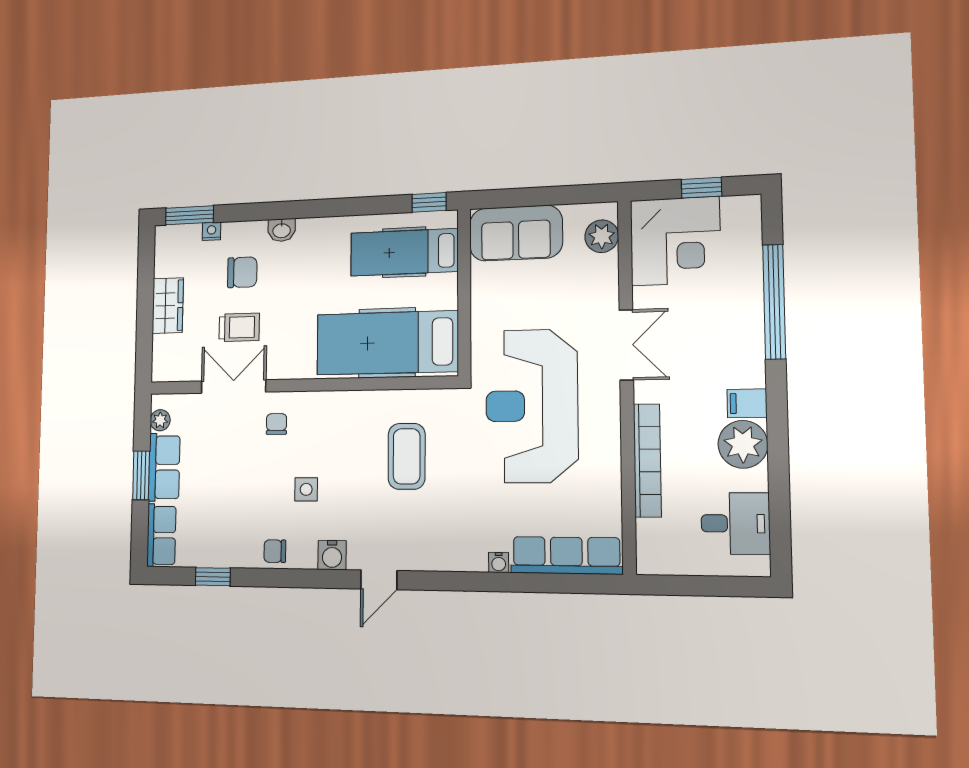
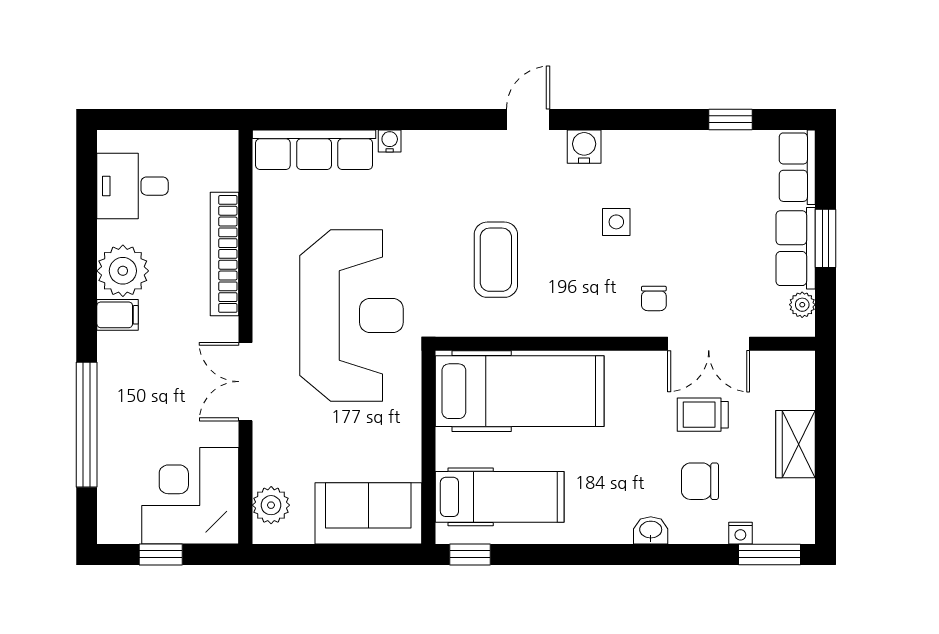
chair: (275, 551) -> (654, 150), removed

